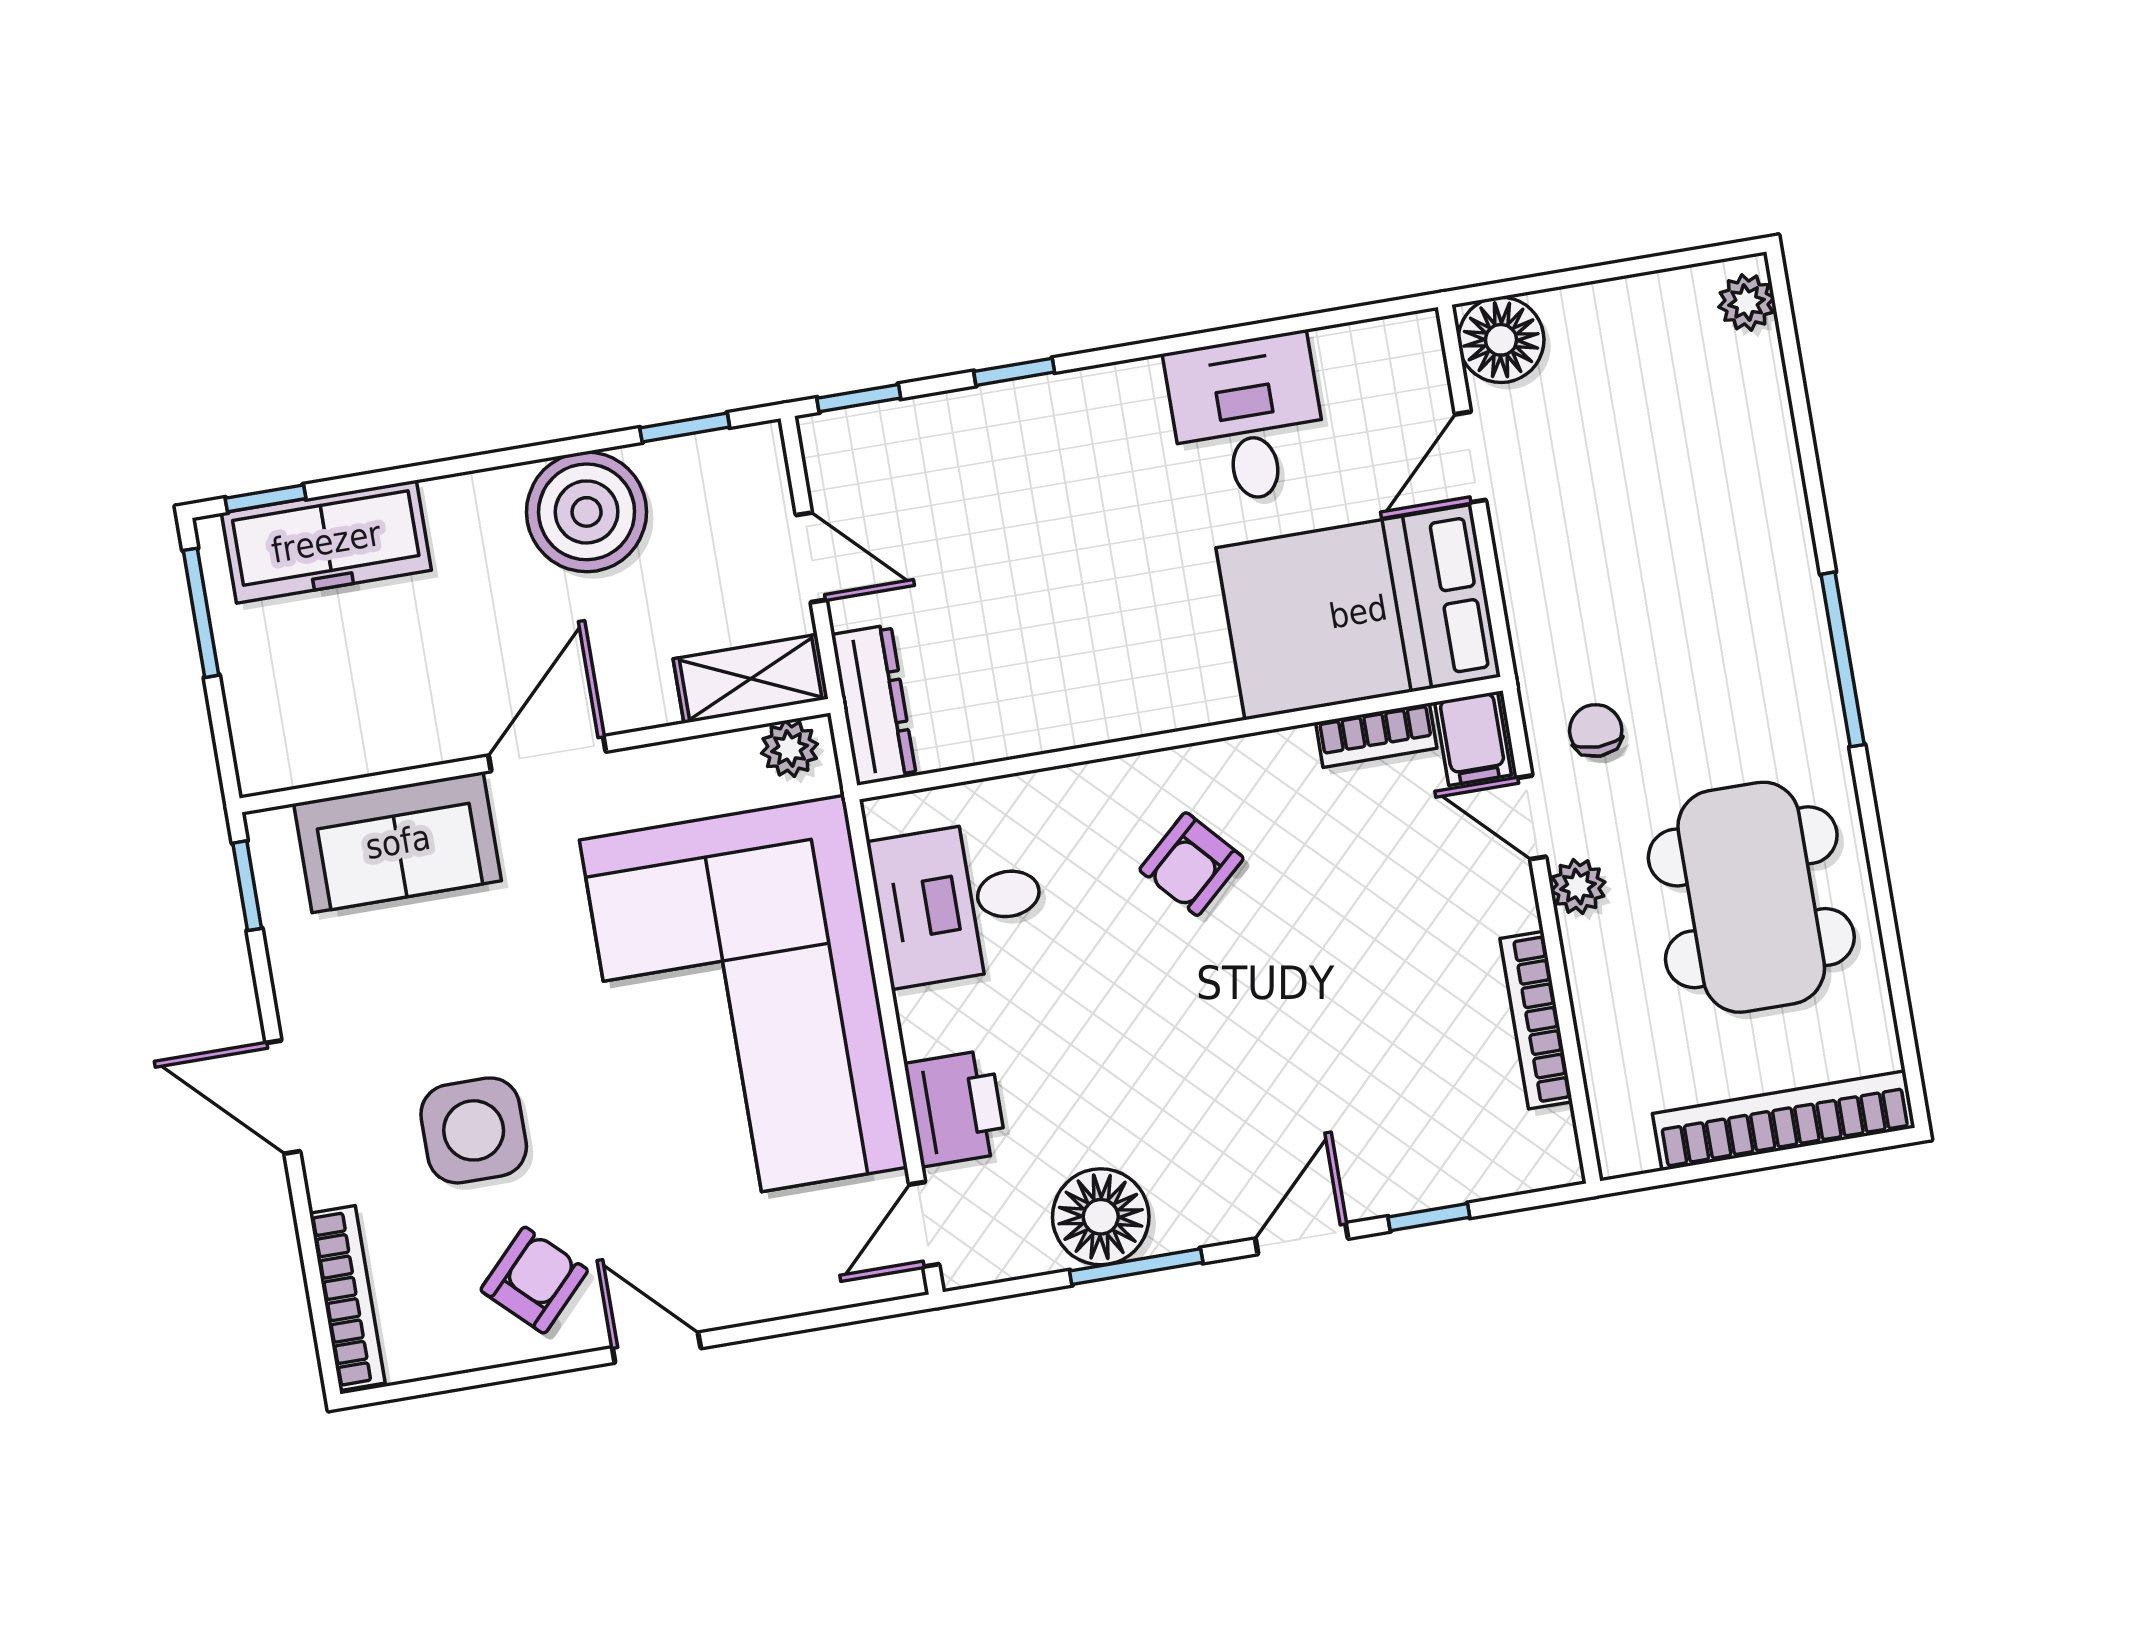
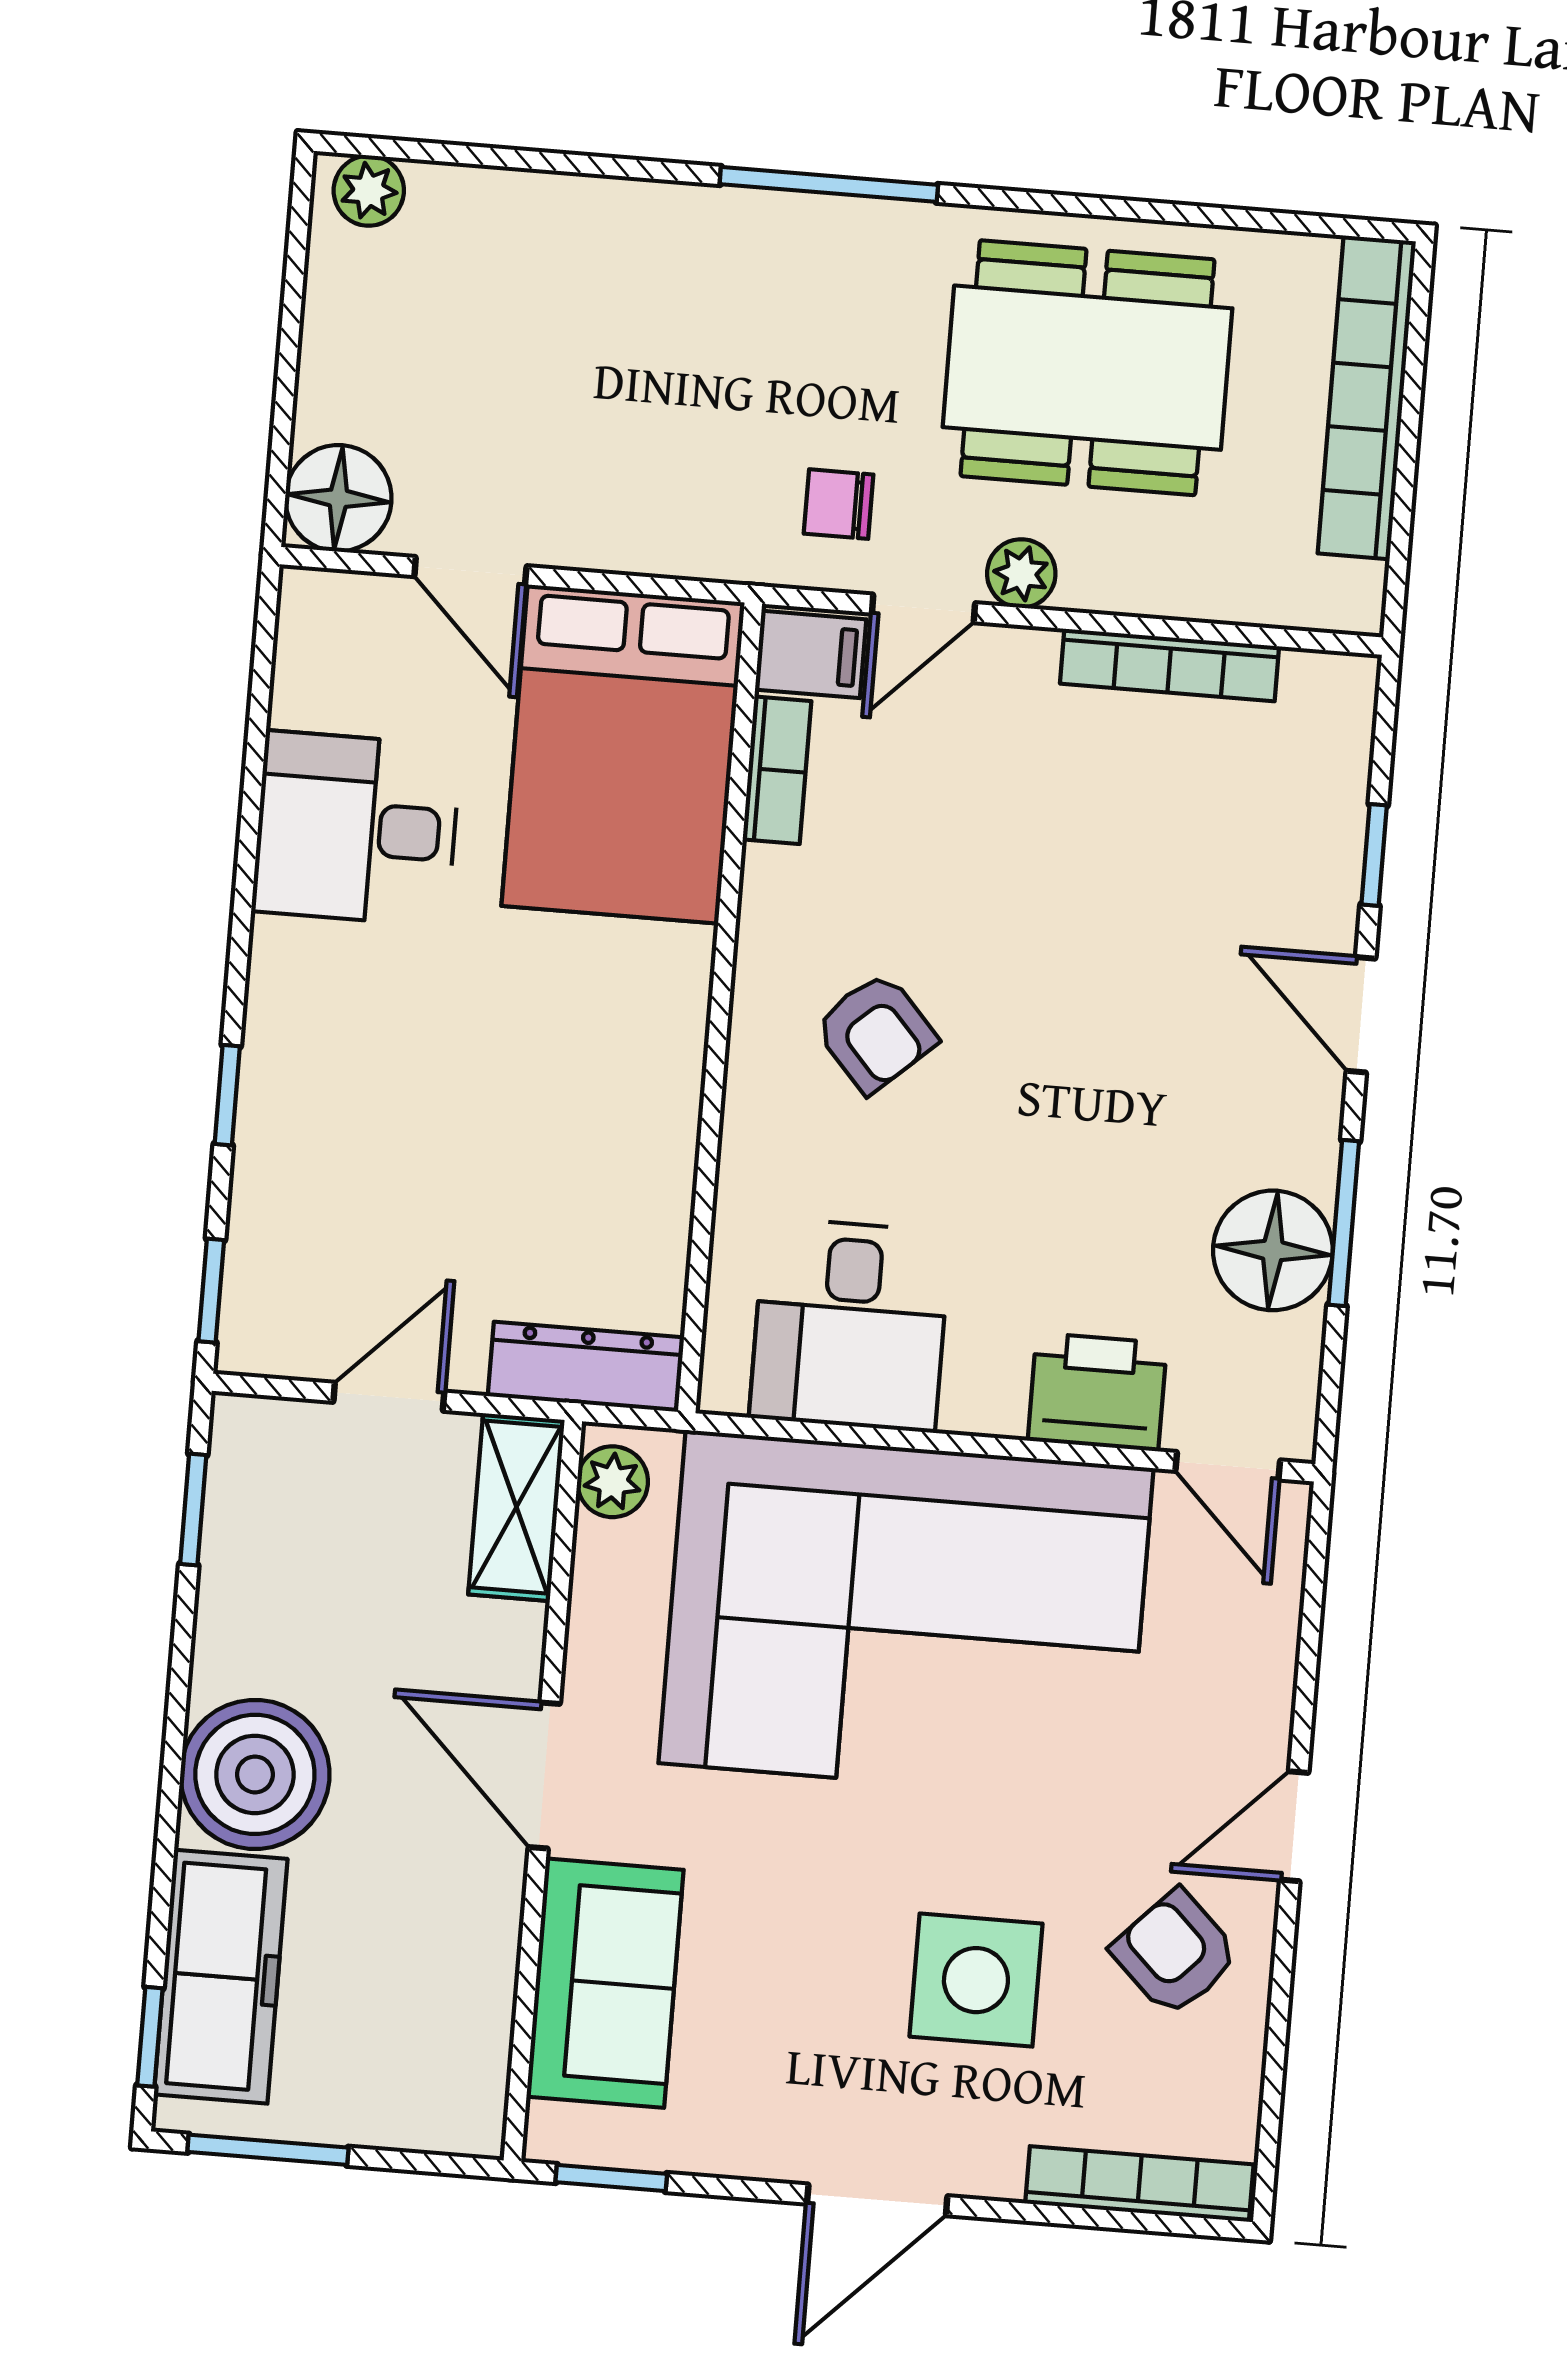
boiler: (587, 512) -> (255, 1774), moved

